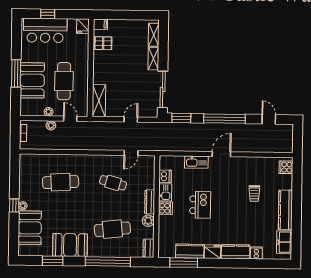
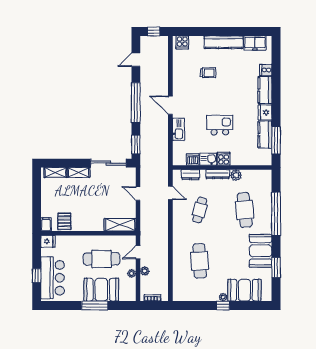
window: (298, 138) -> (153, 32), added
dresser: (148, 248) -> (190, 175), moved

